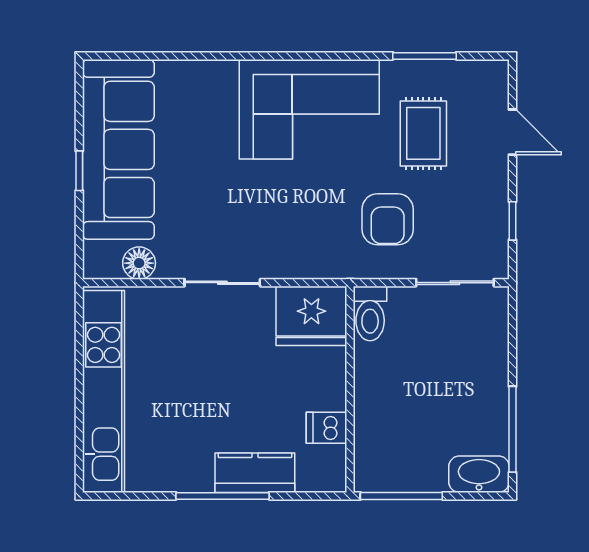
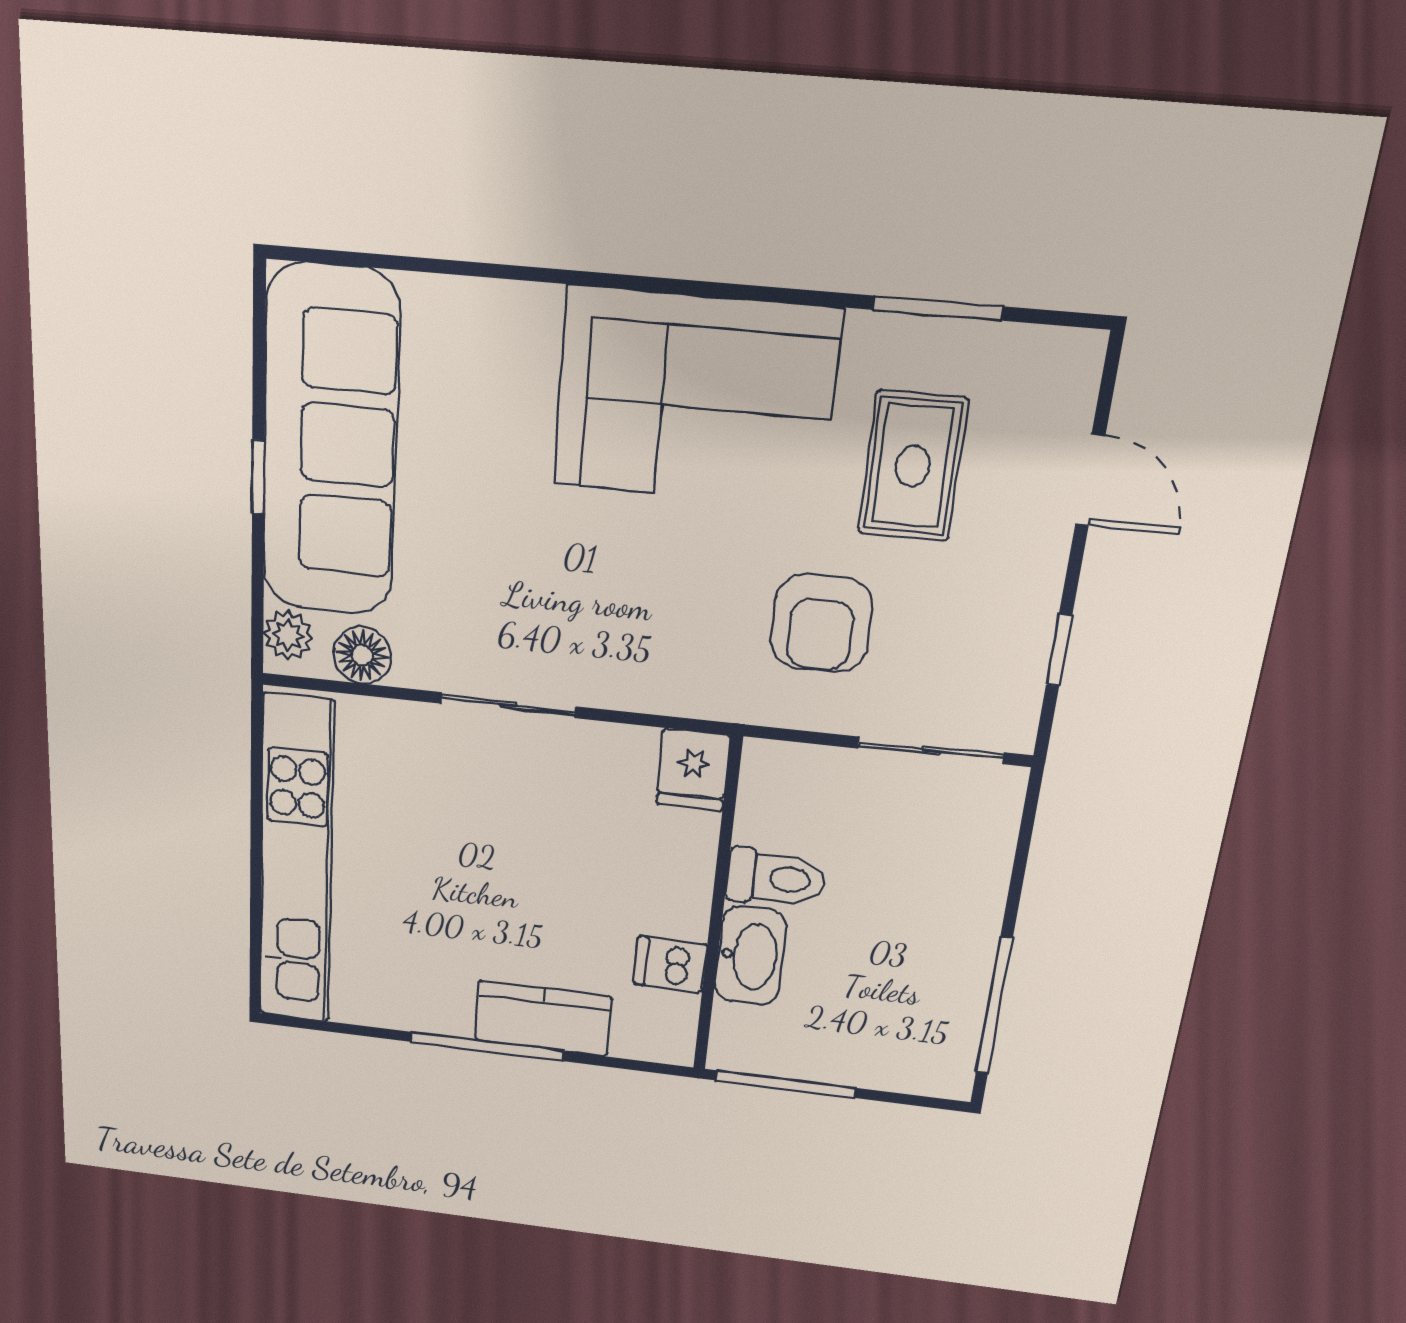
plant: (97, 256) -> (288, 635), added
toilet: (370, 314) -> (776, 878), moved, turned -90
fridge: (311, 316) -> (693, 770), width x0.53, depth x0.75
washbasin: (479, 474) -> (750, 956), moved, turned 90

